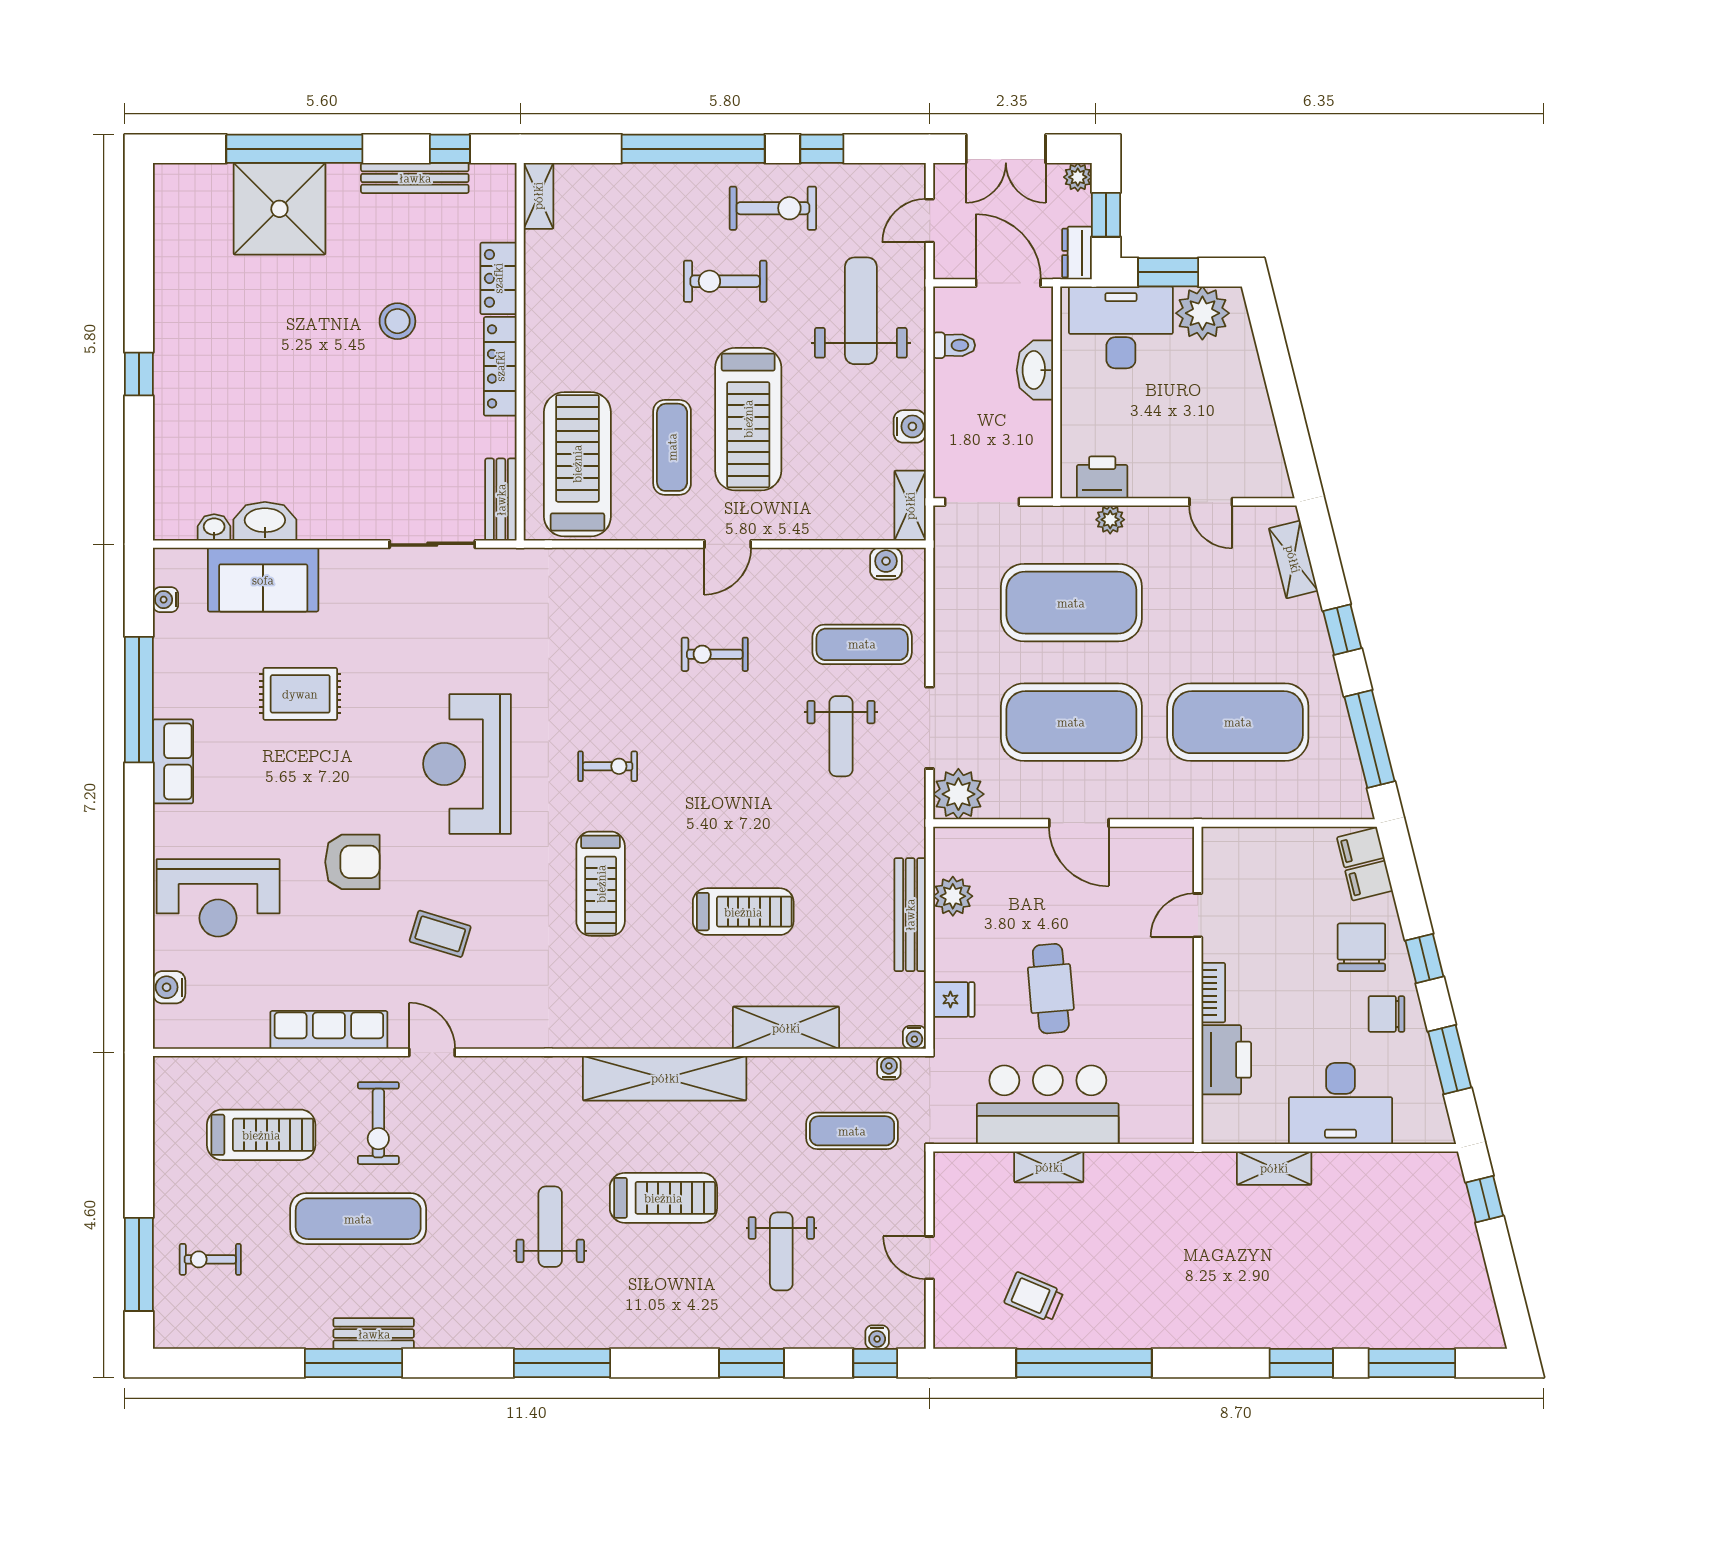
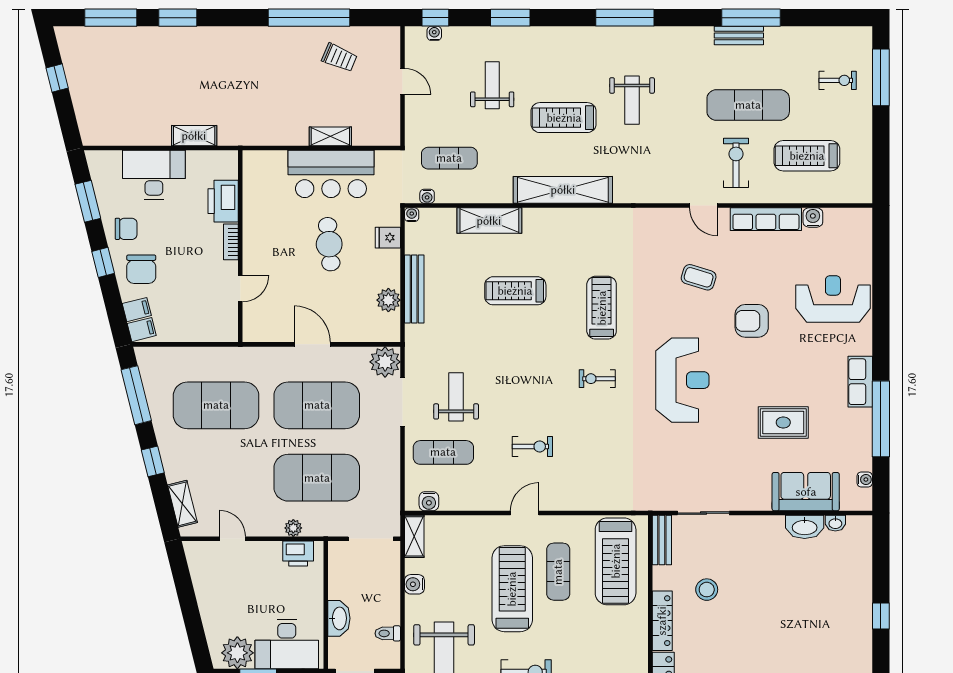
stool: (397, 321) -> (707, 590), moved
water cooler: (169, 987) -> (813, 217), moved, turned -90
window: (1485, 1199) -> (57, 78), moved

